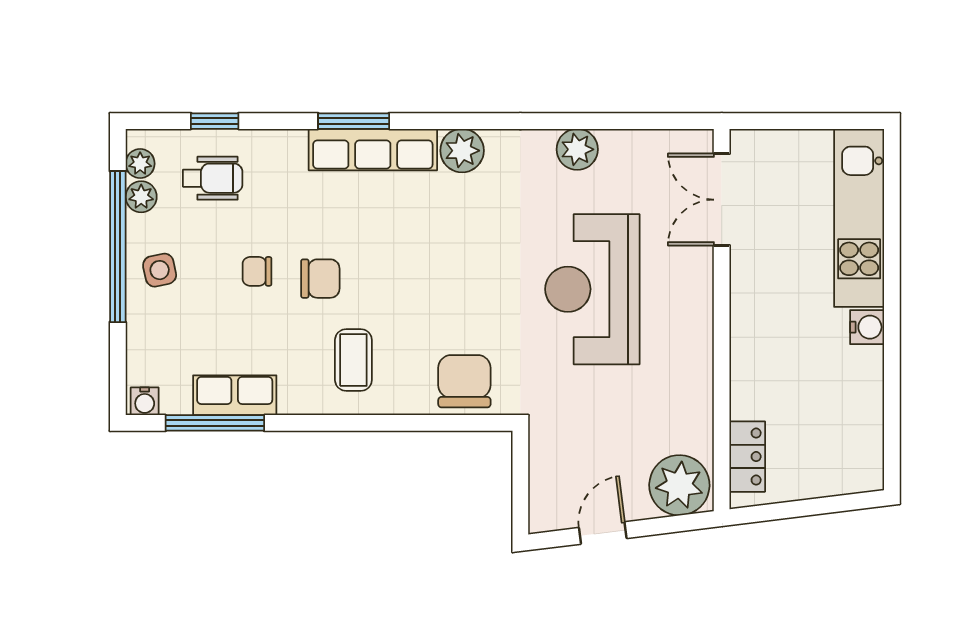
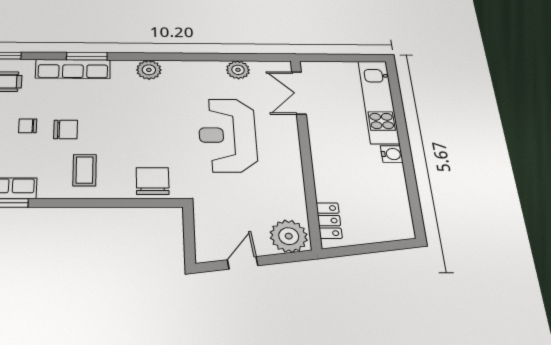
plant: (577, 149) -> (238, 70), moved
row of seats: (373, 150) -> (73, 69), moved

